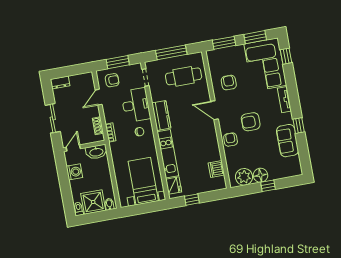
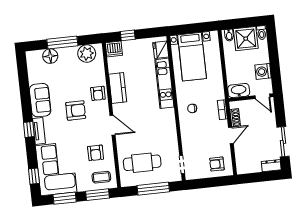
coffee table: (222, 60) -> (101, 177), added
window: (118, 62) -> (210, 182), removed
door: (99, 97) -> (231, 135), moved
desk: (136, 105) -> (194, 136), removed
kitchen counter: (161, 115) -> (118, 88), moved, turned 180
sliding door: (53, 118) -> (283, 142), moved
window: (299, 126) -> (29, 129), moved
sofa: (287, 141) -> (40, 100), moved
door: (73, 148) -> (262, 96), hinge flipped
dishwasher: (216, 169) -> (114, 49), moved, turned 90
floor lamp: (260, 175) -> (50, 56), moved
window: (268, 186) -> (62, 42), width x2.17
window: (192, 200) -> (128, 35), moved

